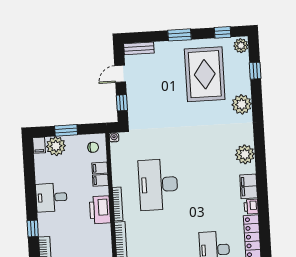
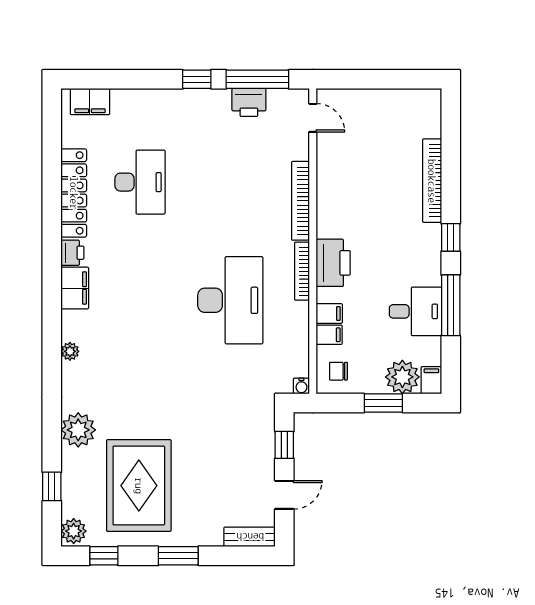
plant: (245, 154) -> (70, 351), width x0.53, depth x0.53
window: (30, 189) -> (451, 305), added
desk: (51, 197) -> (415, 311), moved

